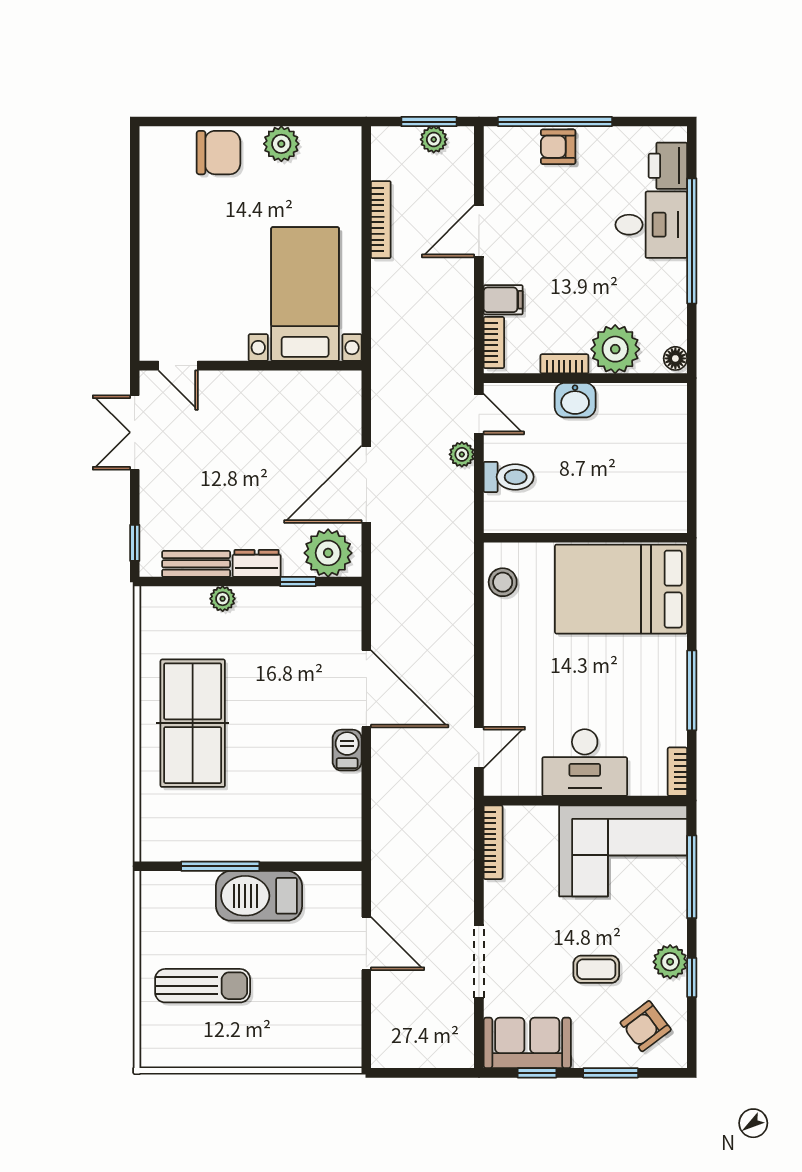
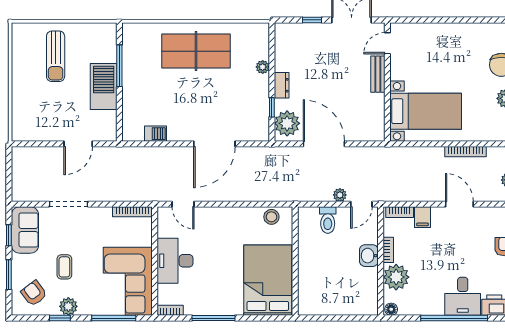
window: (135, 543) -> (312, 20), moved
bench: (196, 564) -> (378, 74), moved
barbecue: (347, 750) -> (155, 134), moved

